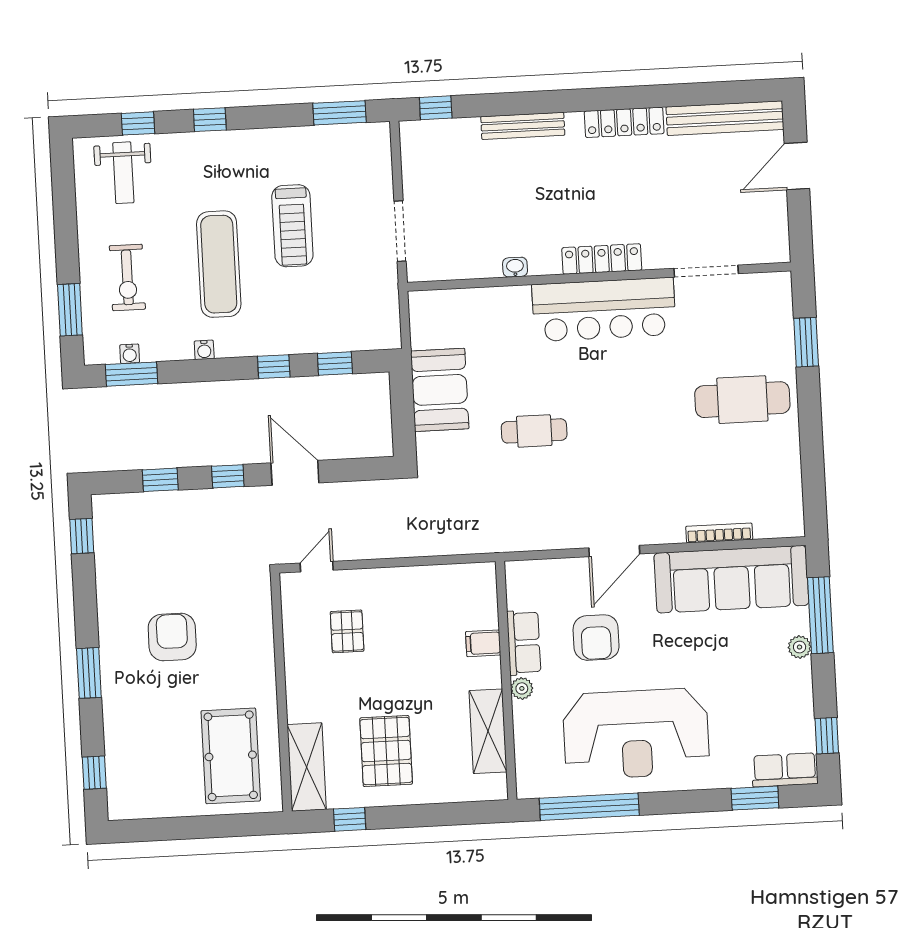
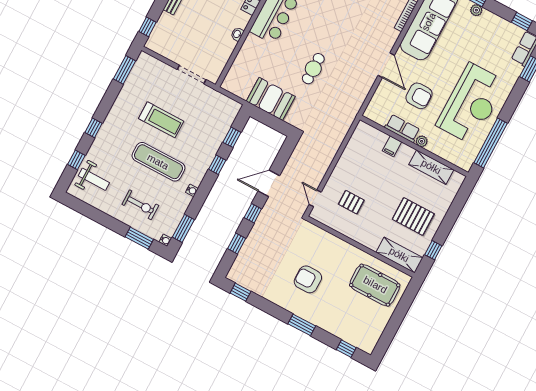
water cooler: (130, 354) -> (165, 240), moved

